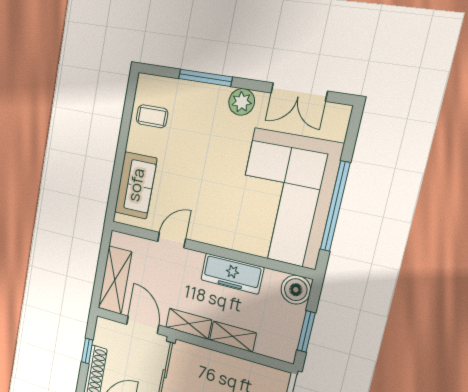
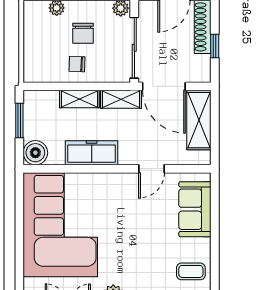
window: (335, 206) -> (19, 227), removed
door: (143, 325) -> (164, 86), width x1.36
chair: (228, 375) -> (77, 64), added

